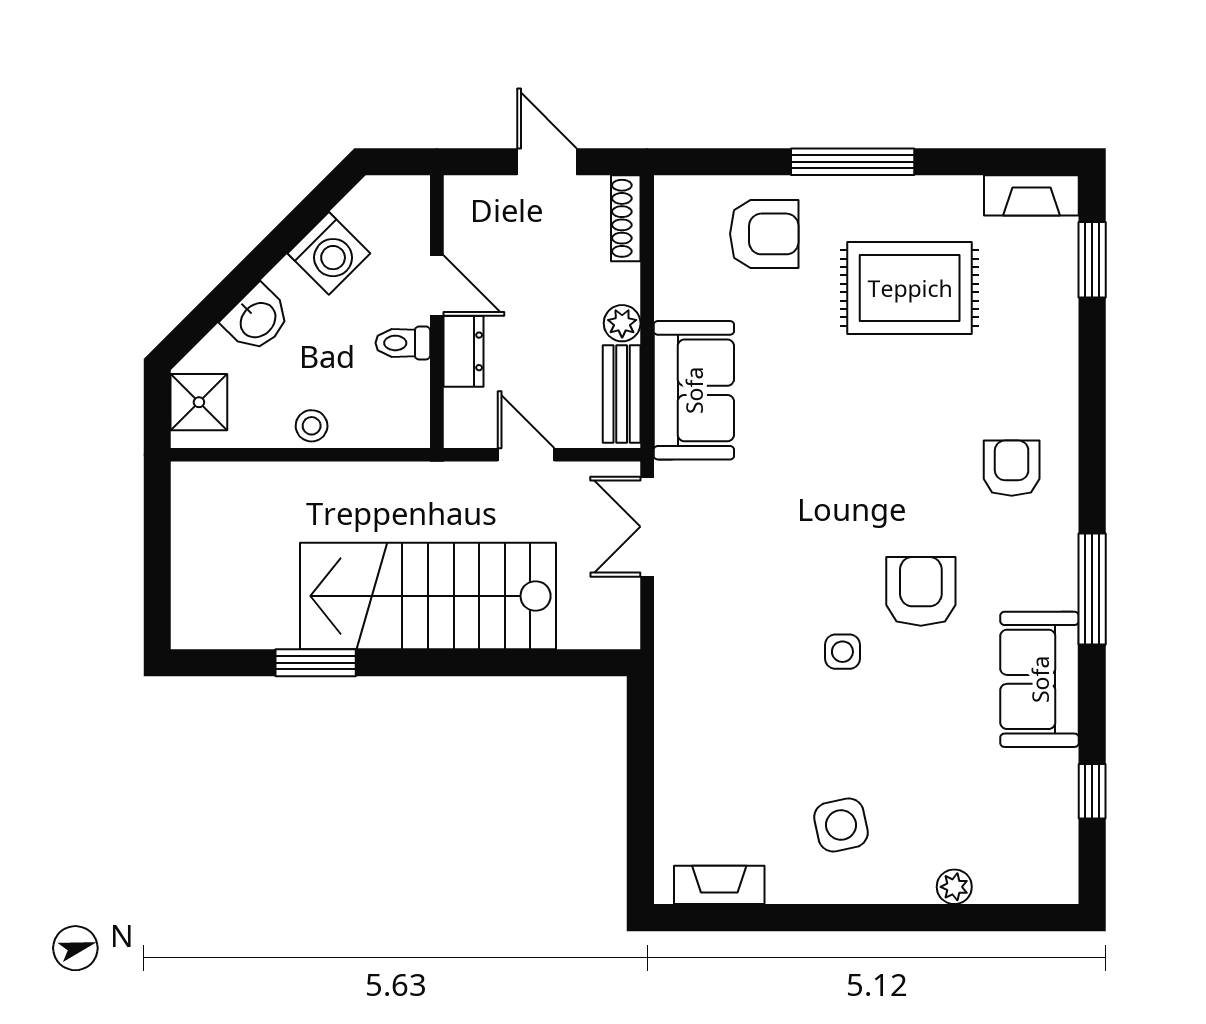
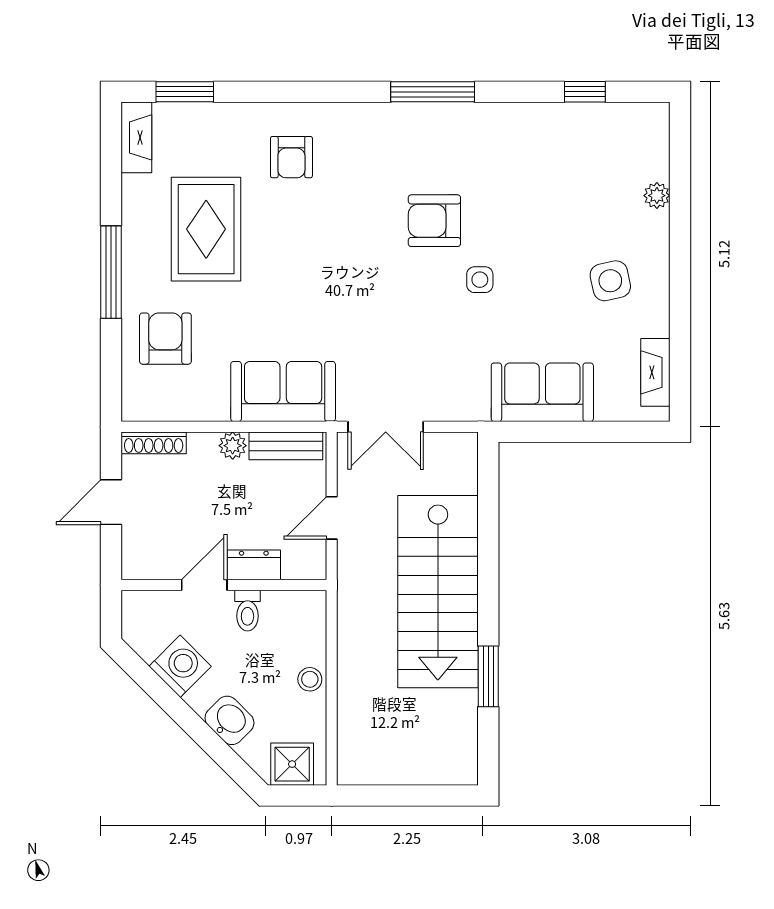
armchair: (1012, 468) -> (291, 157), moved, turned -90
sofa: (1040, 679) -> (542, 392), moved, turned 180

